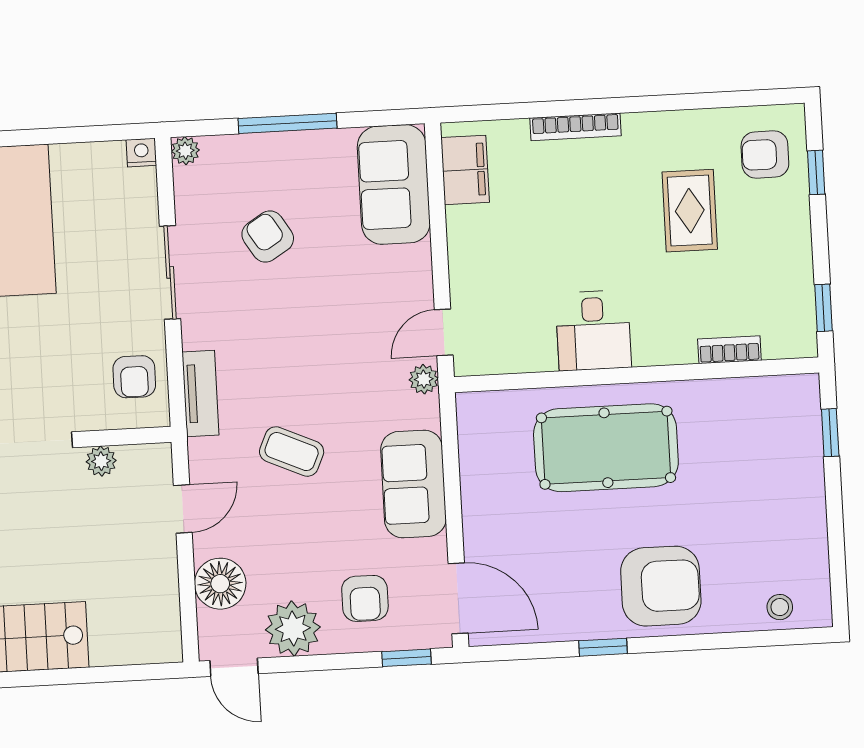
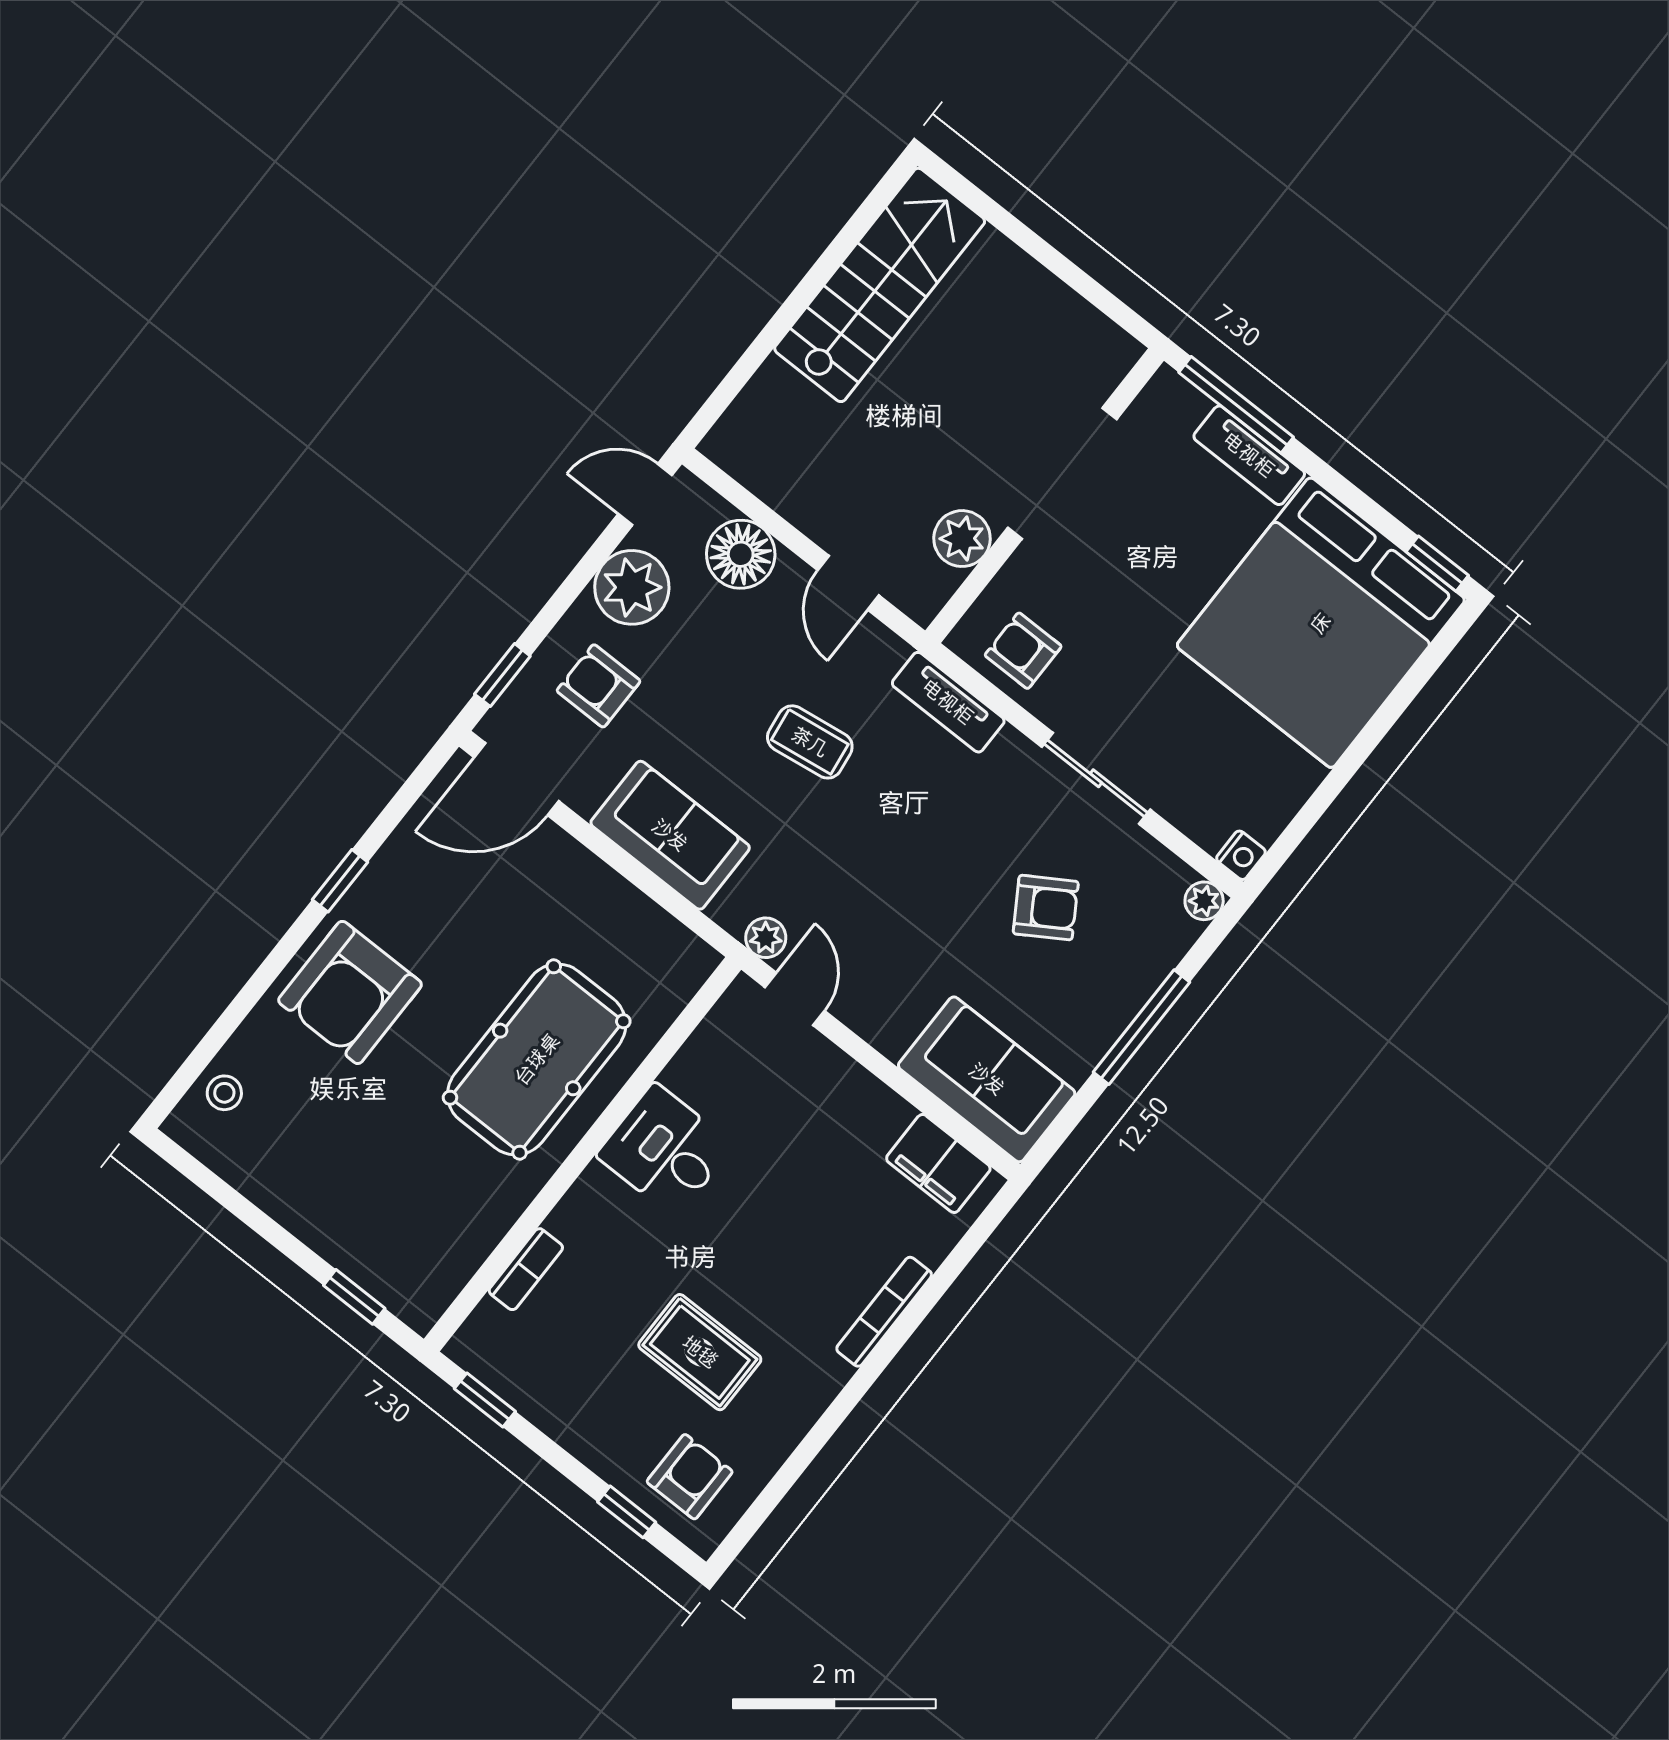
coffee table: (292, 452) -> (810, 742), turned 58
plant: (101, 461) -> (962, 539), width x1.38, depth x1.38

